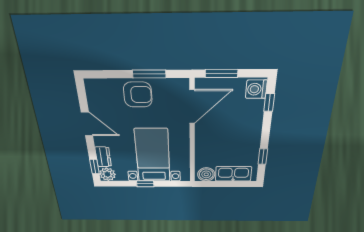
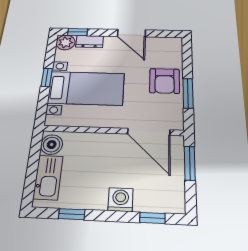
washing machine: (256, 89) -> (121, 200), moved
door: (87, 124) -> (131, 33), hinge flipped

